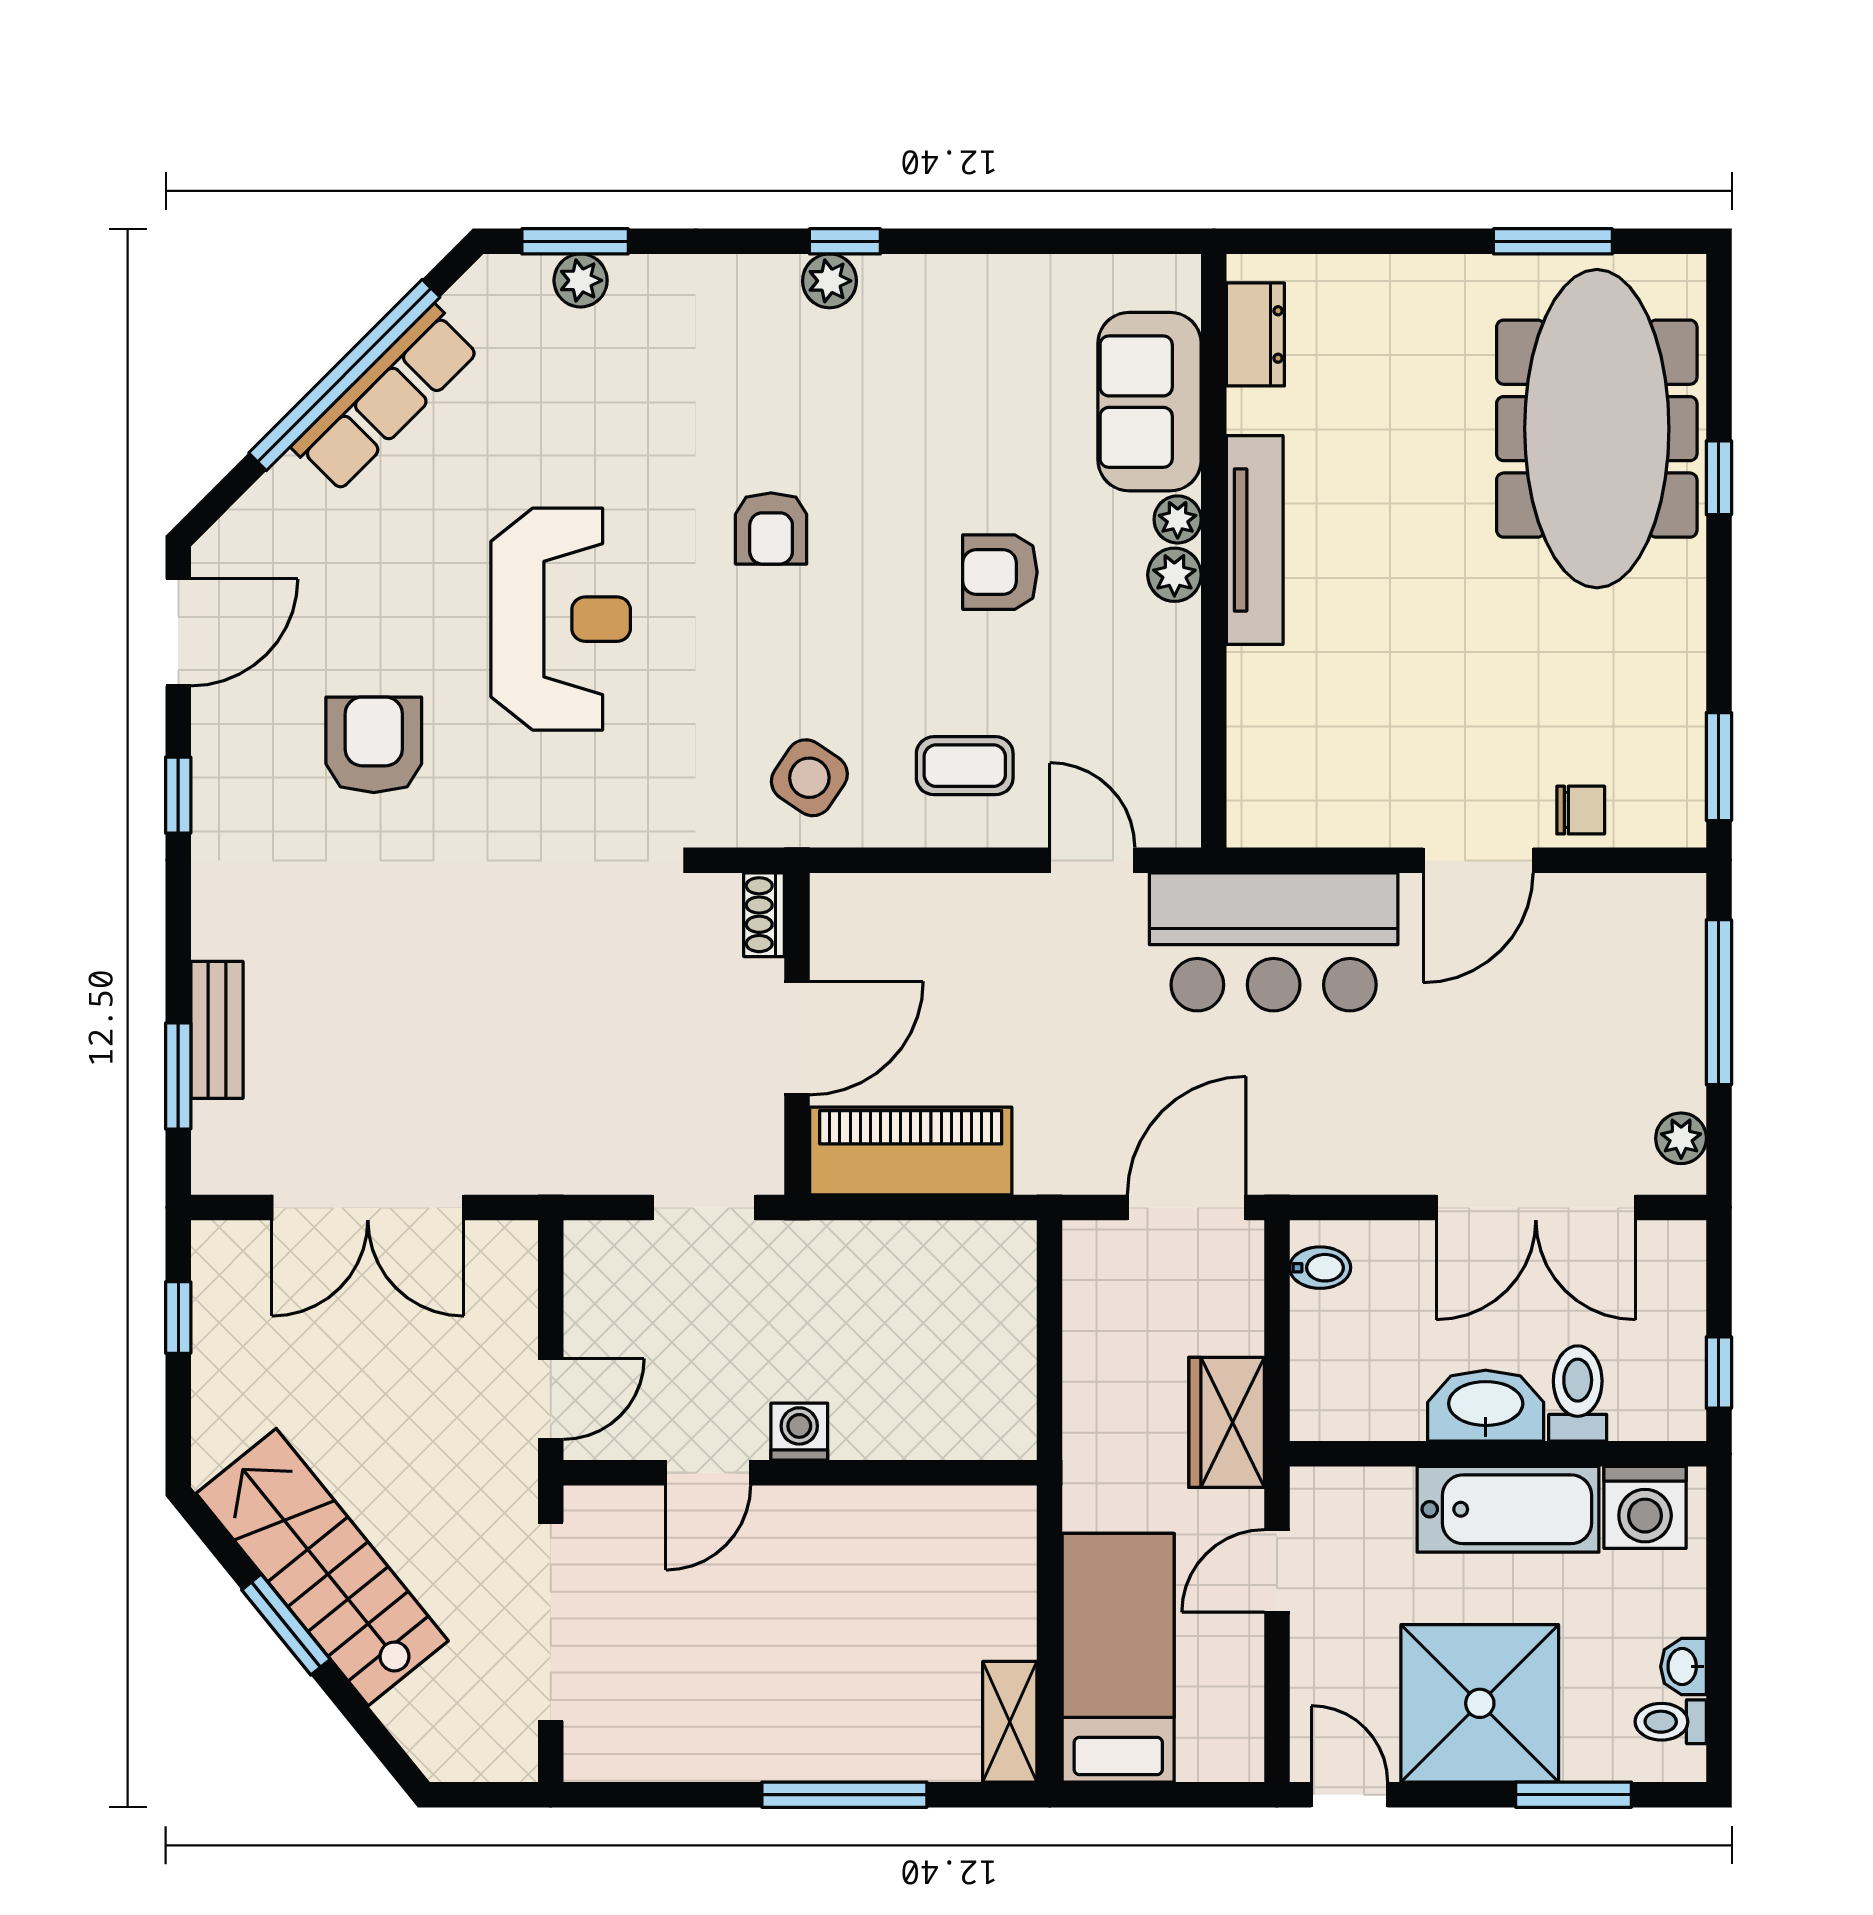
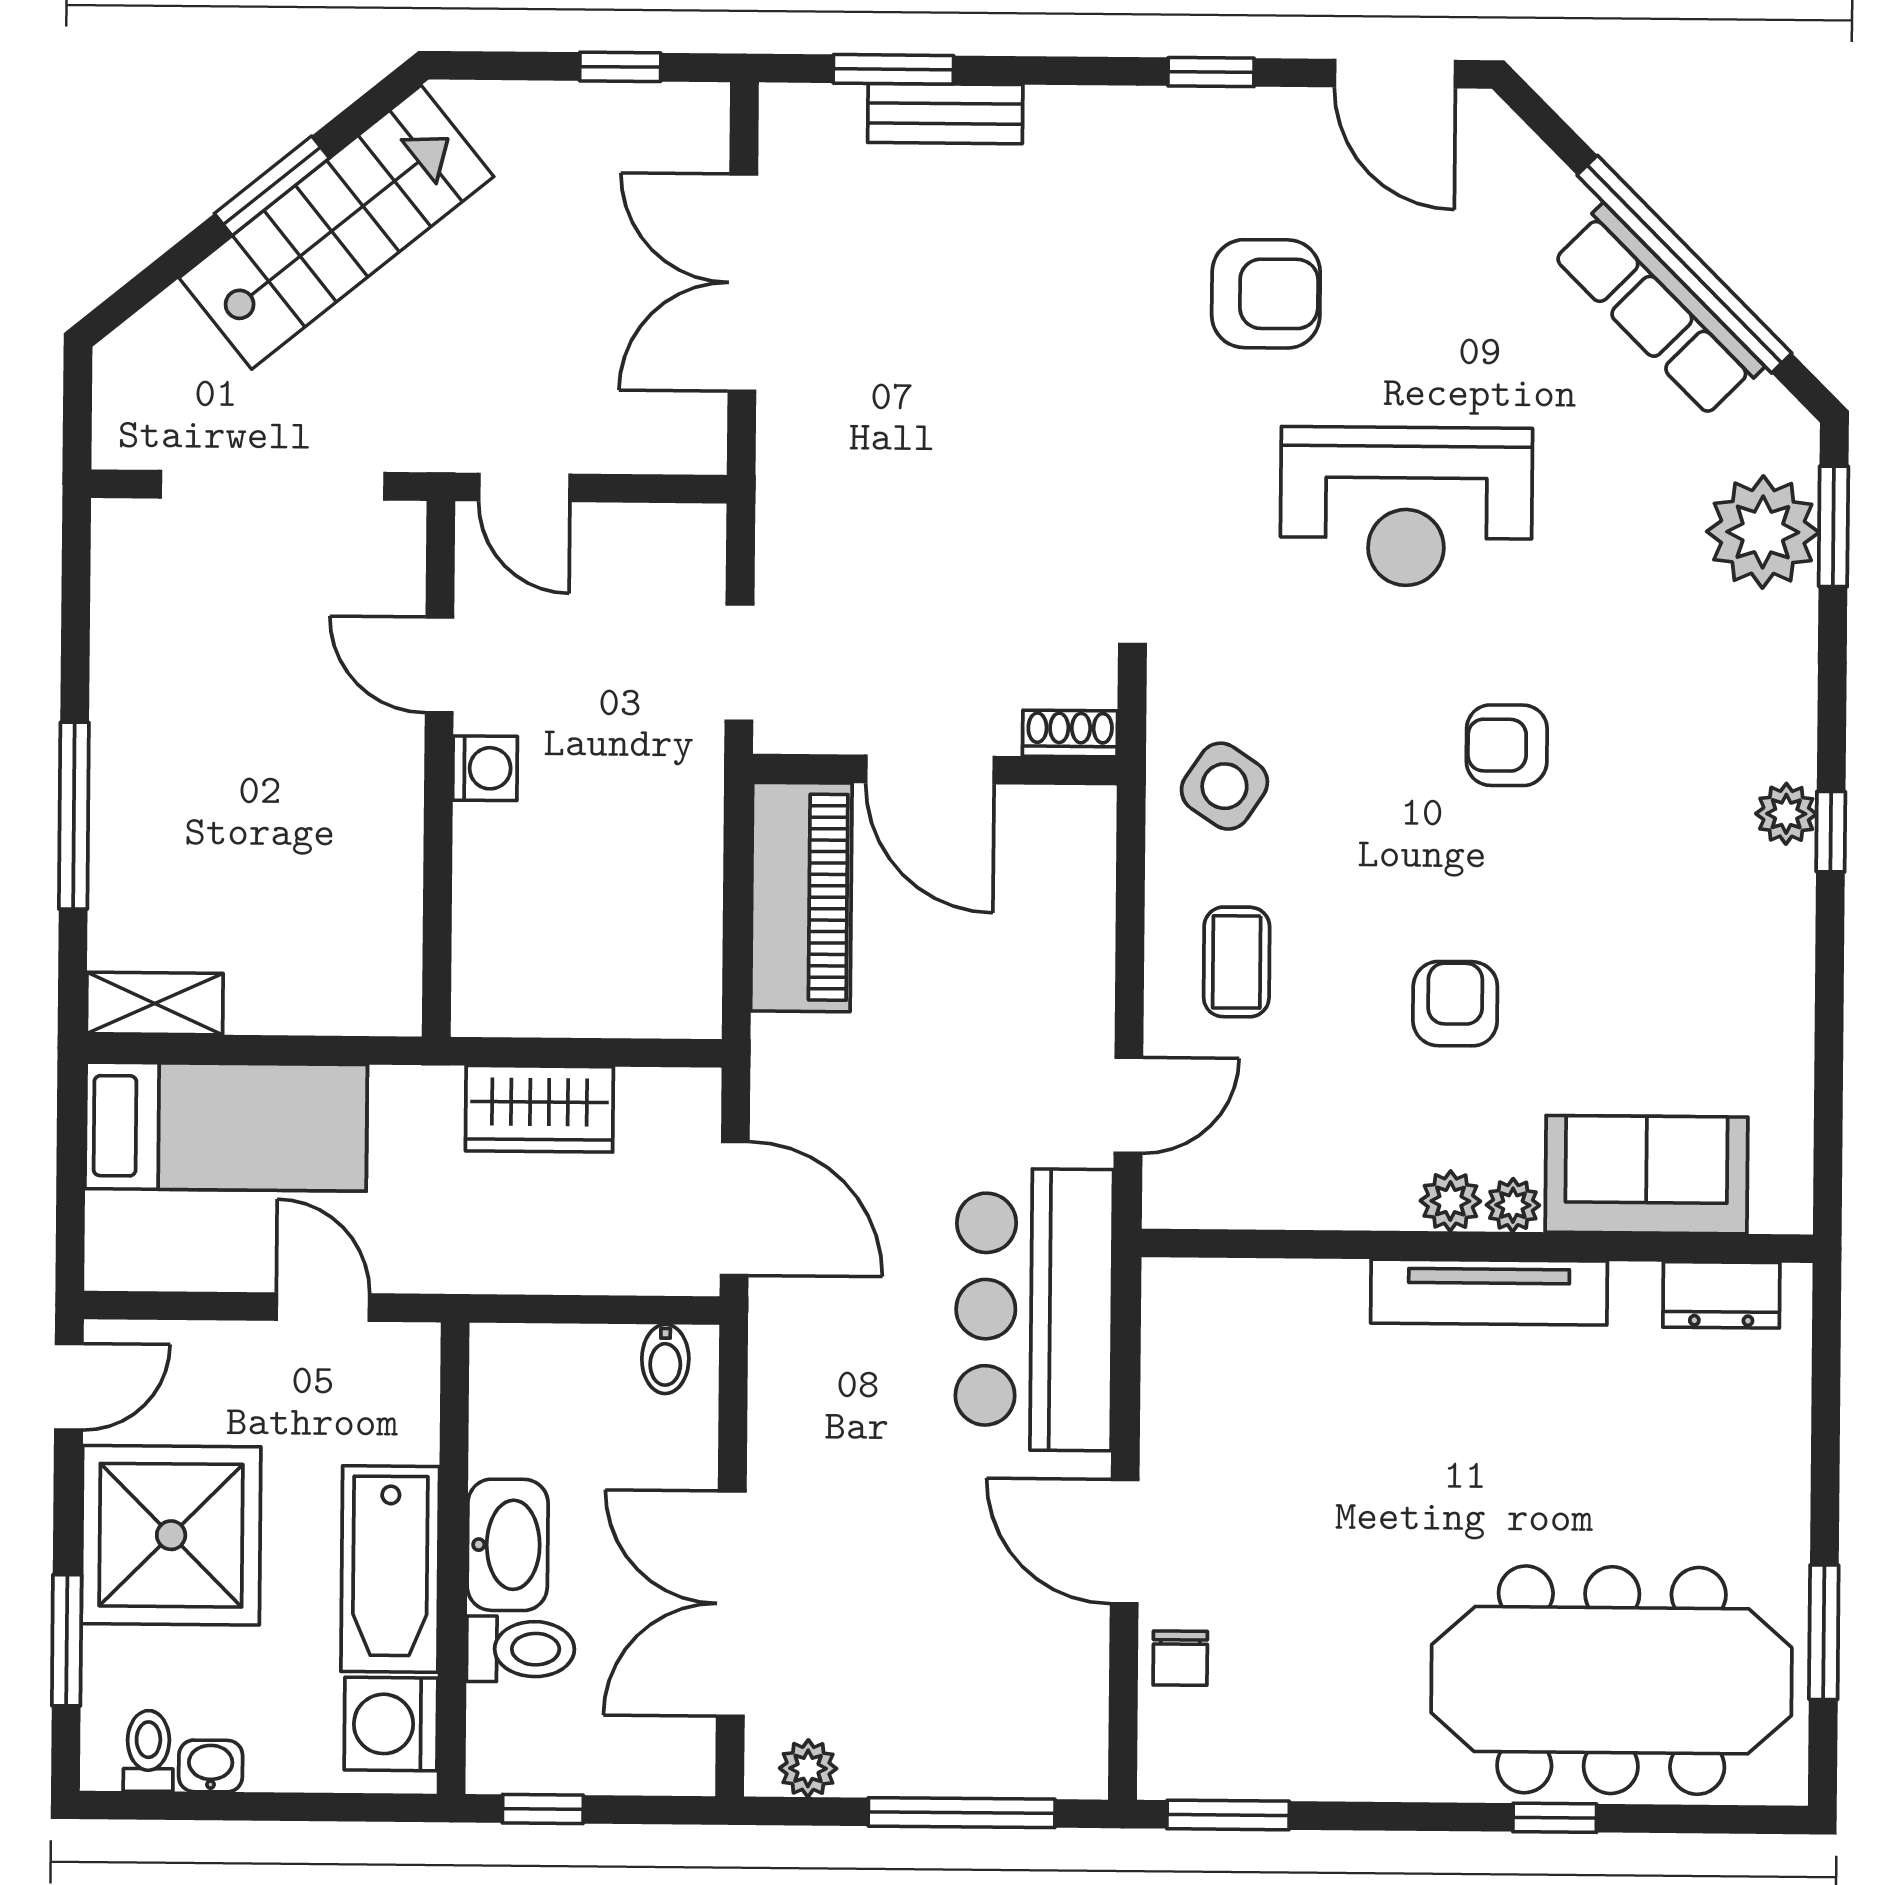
plant: (581, 280) -> (1763, 532), width x1.87, depth x1.87
wardrobe: (1227, 1422) -> (539, 1109), moved, turned 180

